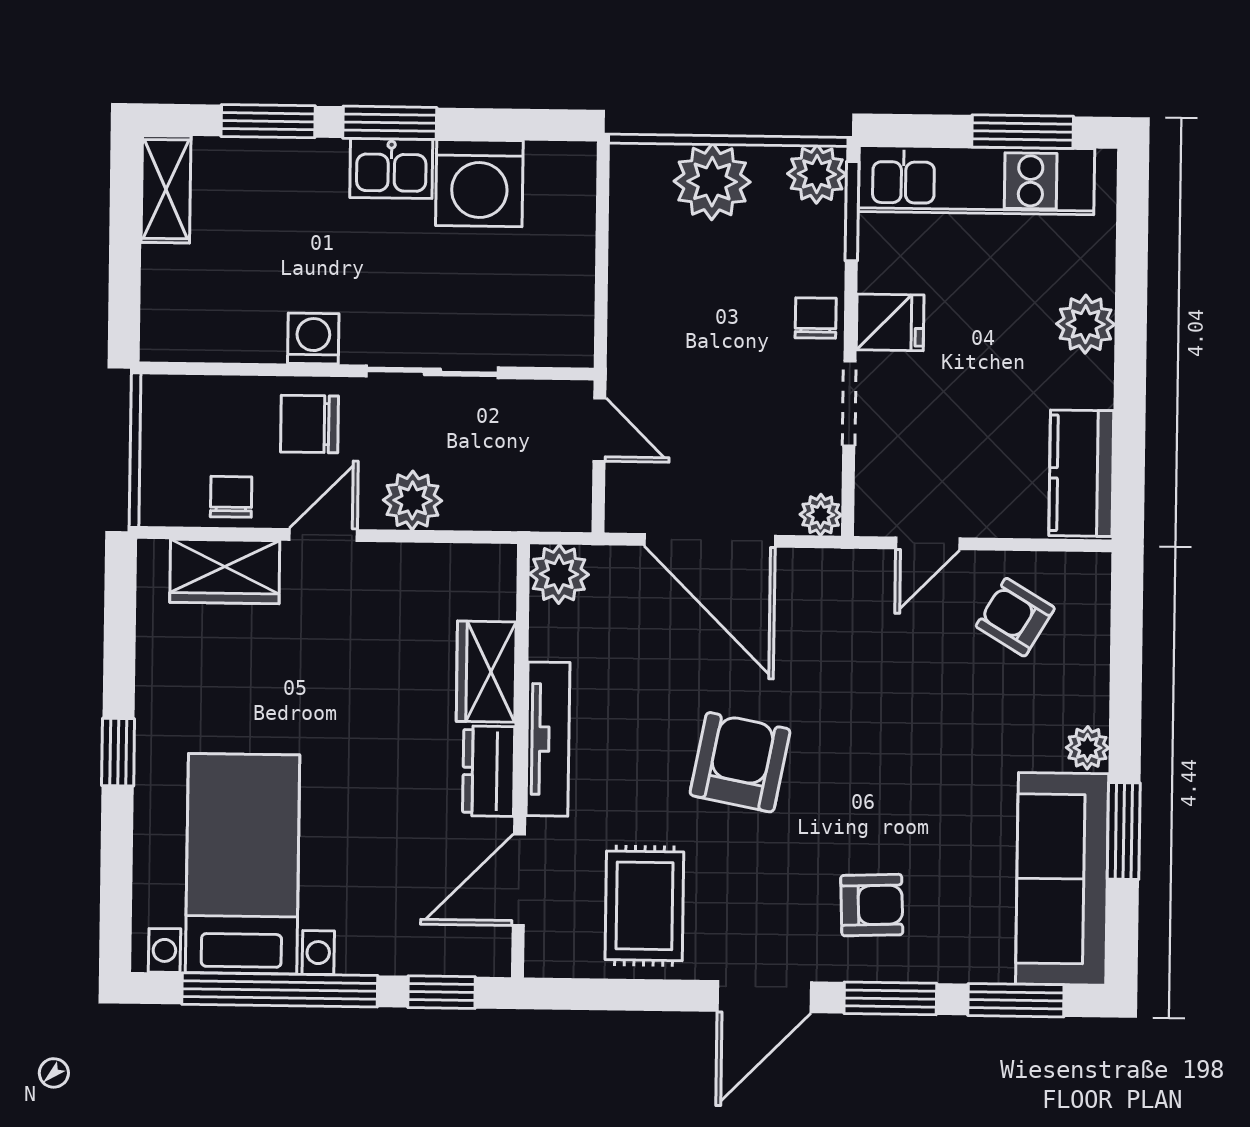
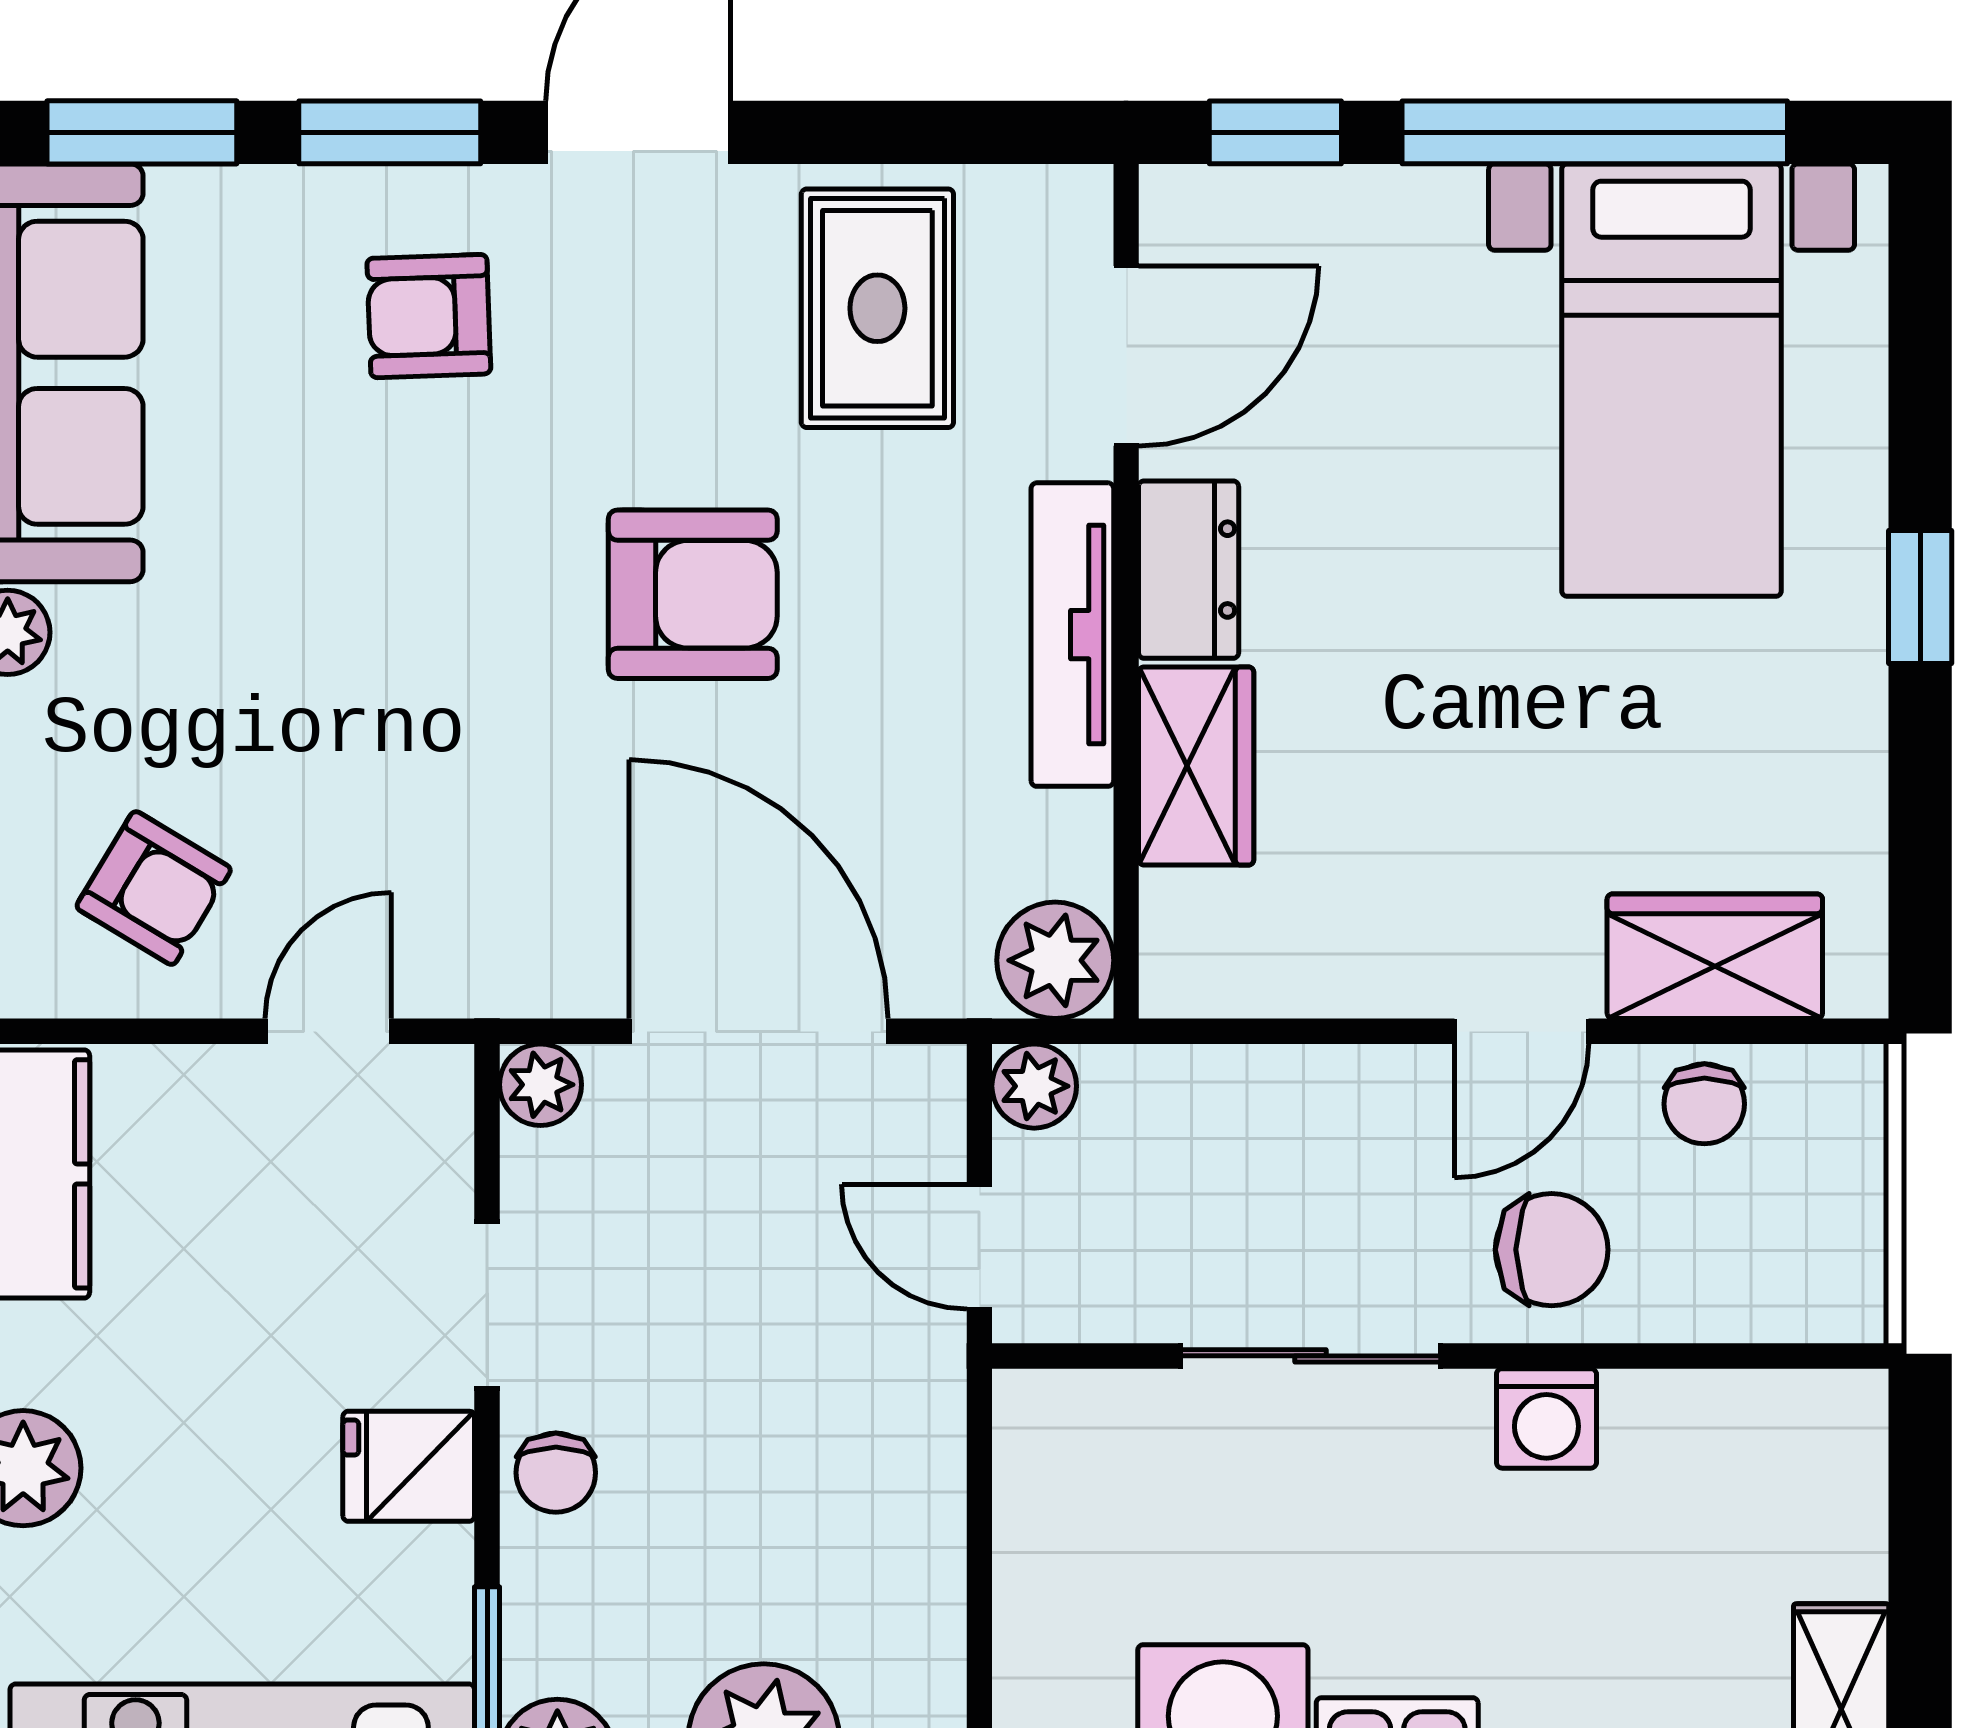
plant: (412, 500) -> (1034, 1086), moved, width x0.73, depth x0.73
armchair: (740, 762) -> (693, 594), turned -101

